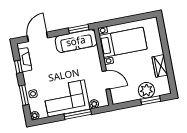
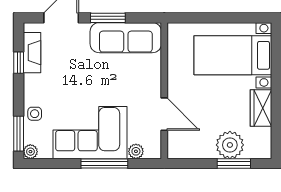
window: (79, 29) -> (108, 18), moved
bed with nightstands: (123, 42) -> (233, 55), moved, turned 180
window: (24, 95) -> (19, 134), moved

